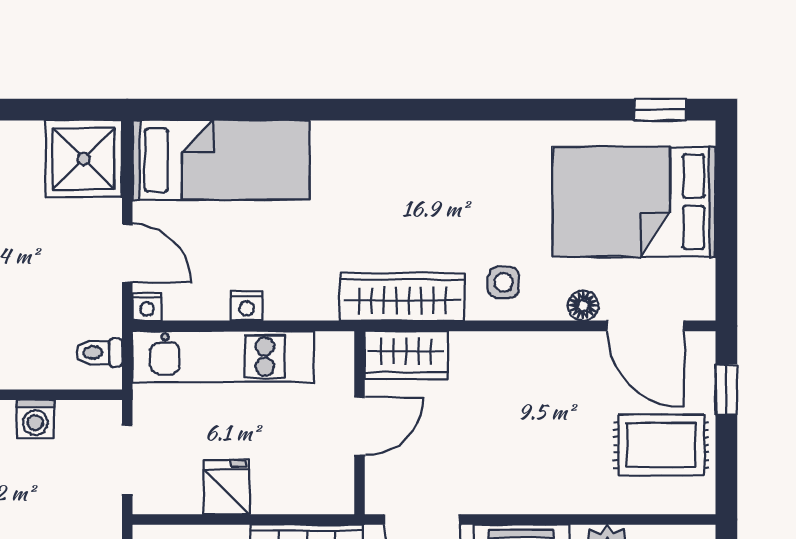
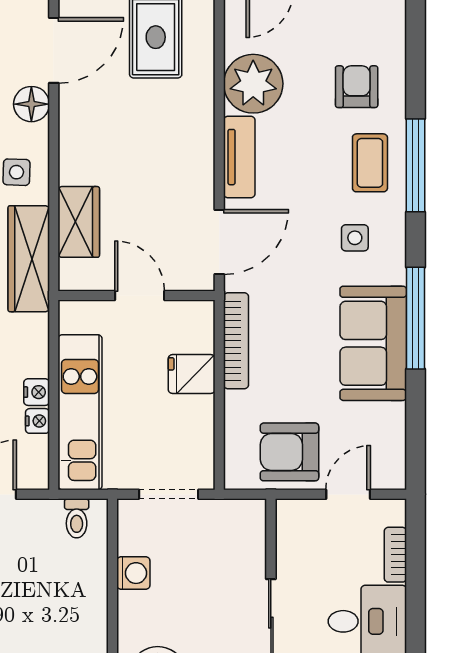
floor lamp: (583, 306) -> (31, 104), width x1.37, depth x1.37
nightstand: (147, 307) -> (37, 421), moved
wardrobe: (406, 355) -> (79, 222), moved
fridge: (226, 487) -> (192, 374), moved

